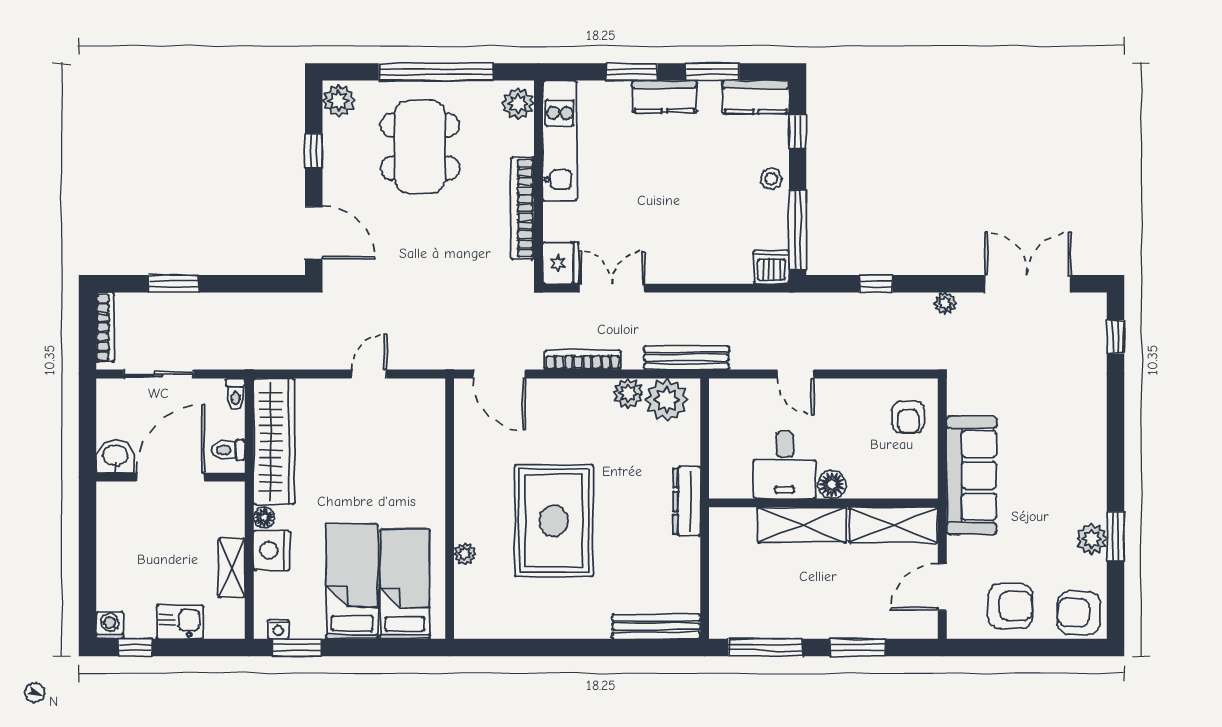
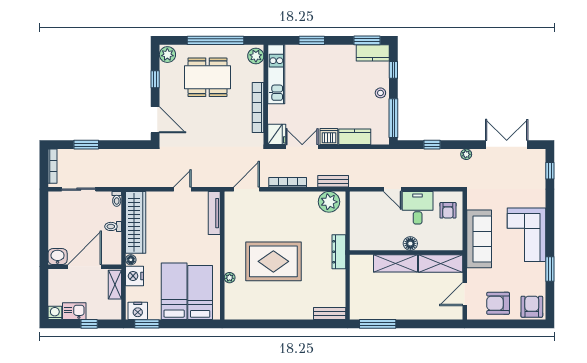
window: (712, 72) -> (367, 40), moved
kitchen counter: (664, 97) -> (355, 137), moved, turned 180
dining table: (420, 147) -> (207, 77), turned 90
dishwasher: (771, 267) -> (329, 137), moved
bench: (687, 358) -> (333, 181), width x0.73
door: (499, 374) -> (247, 189), swing flipped
plant: (628, 393) -> (310, 199), removed
tv unit: (433, 423) -> (214, 213), added
washbasin: (115, 456) -> (58, 257), moved
desk: (785, 465) -> (418, 208), moved, turned 180
corner sofa: (1068, 467) -> (527, 235), added
door: (170, 477) -> (85, 267), moved
wall: (170, 477) -> (85, 267), moved
rug: (554, 521) -> (273, 261), turned 90
plant: (1092, 539) -> (538, 270), removed
armchair: (1010, 606) -> (498, 303), turned 180
armchair: (1079, 613) -> (532, 307), turned 88
kitchen sink: (180, 622) -> (74, 311), moved
bench: (656, 627) -> (330, 313), width x0.73
nightstand: (278, 629) -> (138, 311), width x1.89, depth x1.79
window: (135, 648) -> (89, 324), moved
window: (857, 648) -> (423, 324), removed

